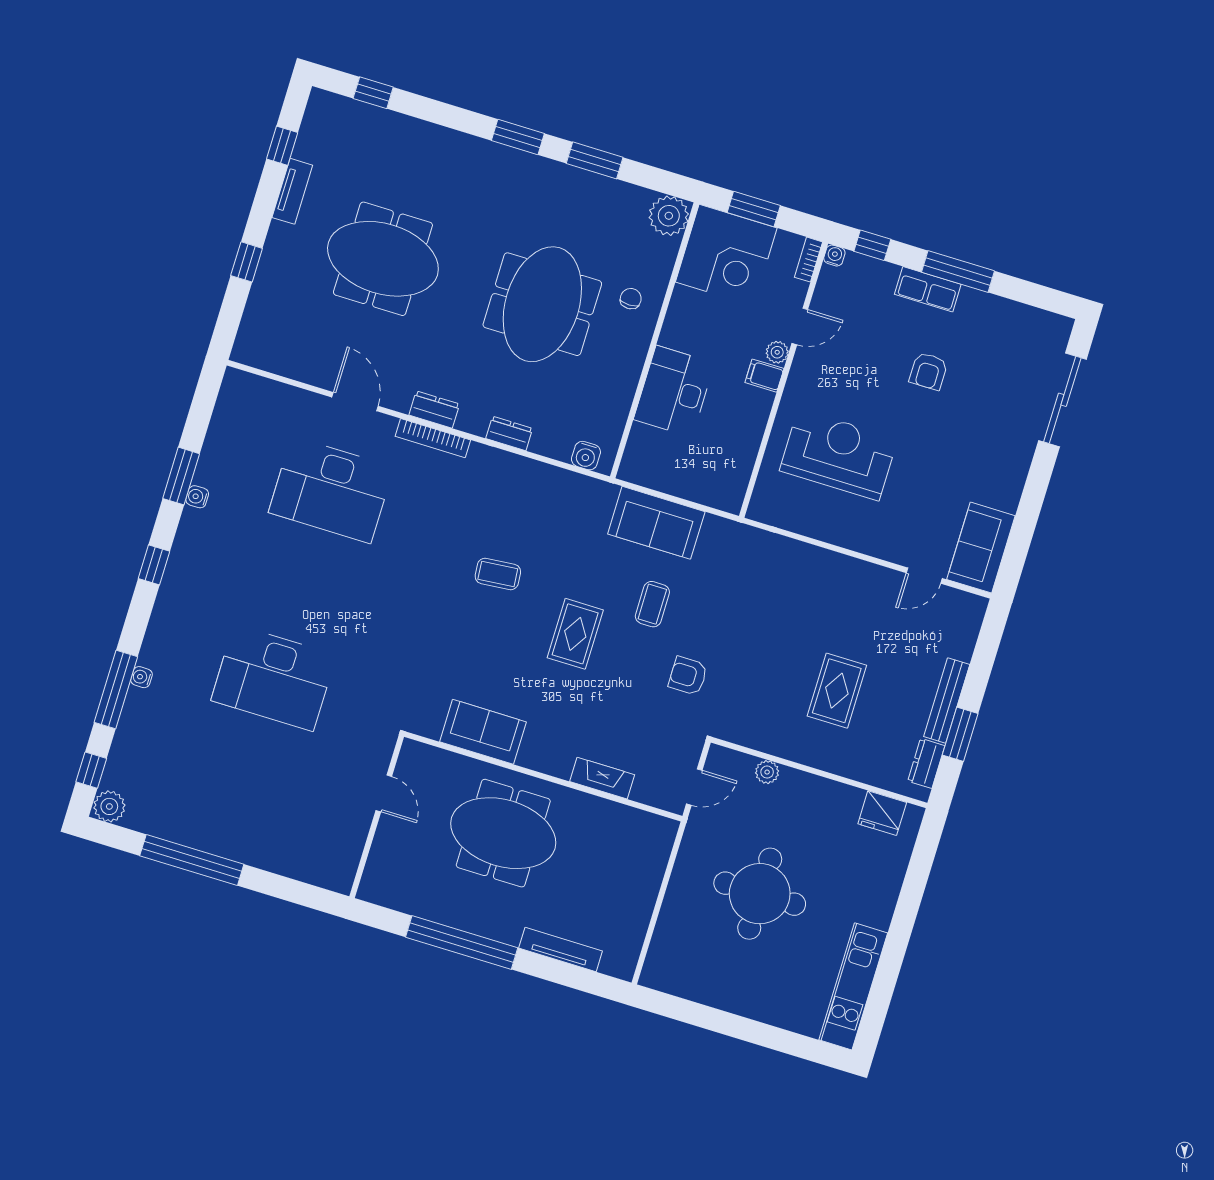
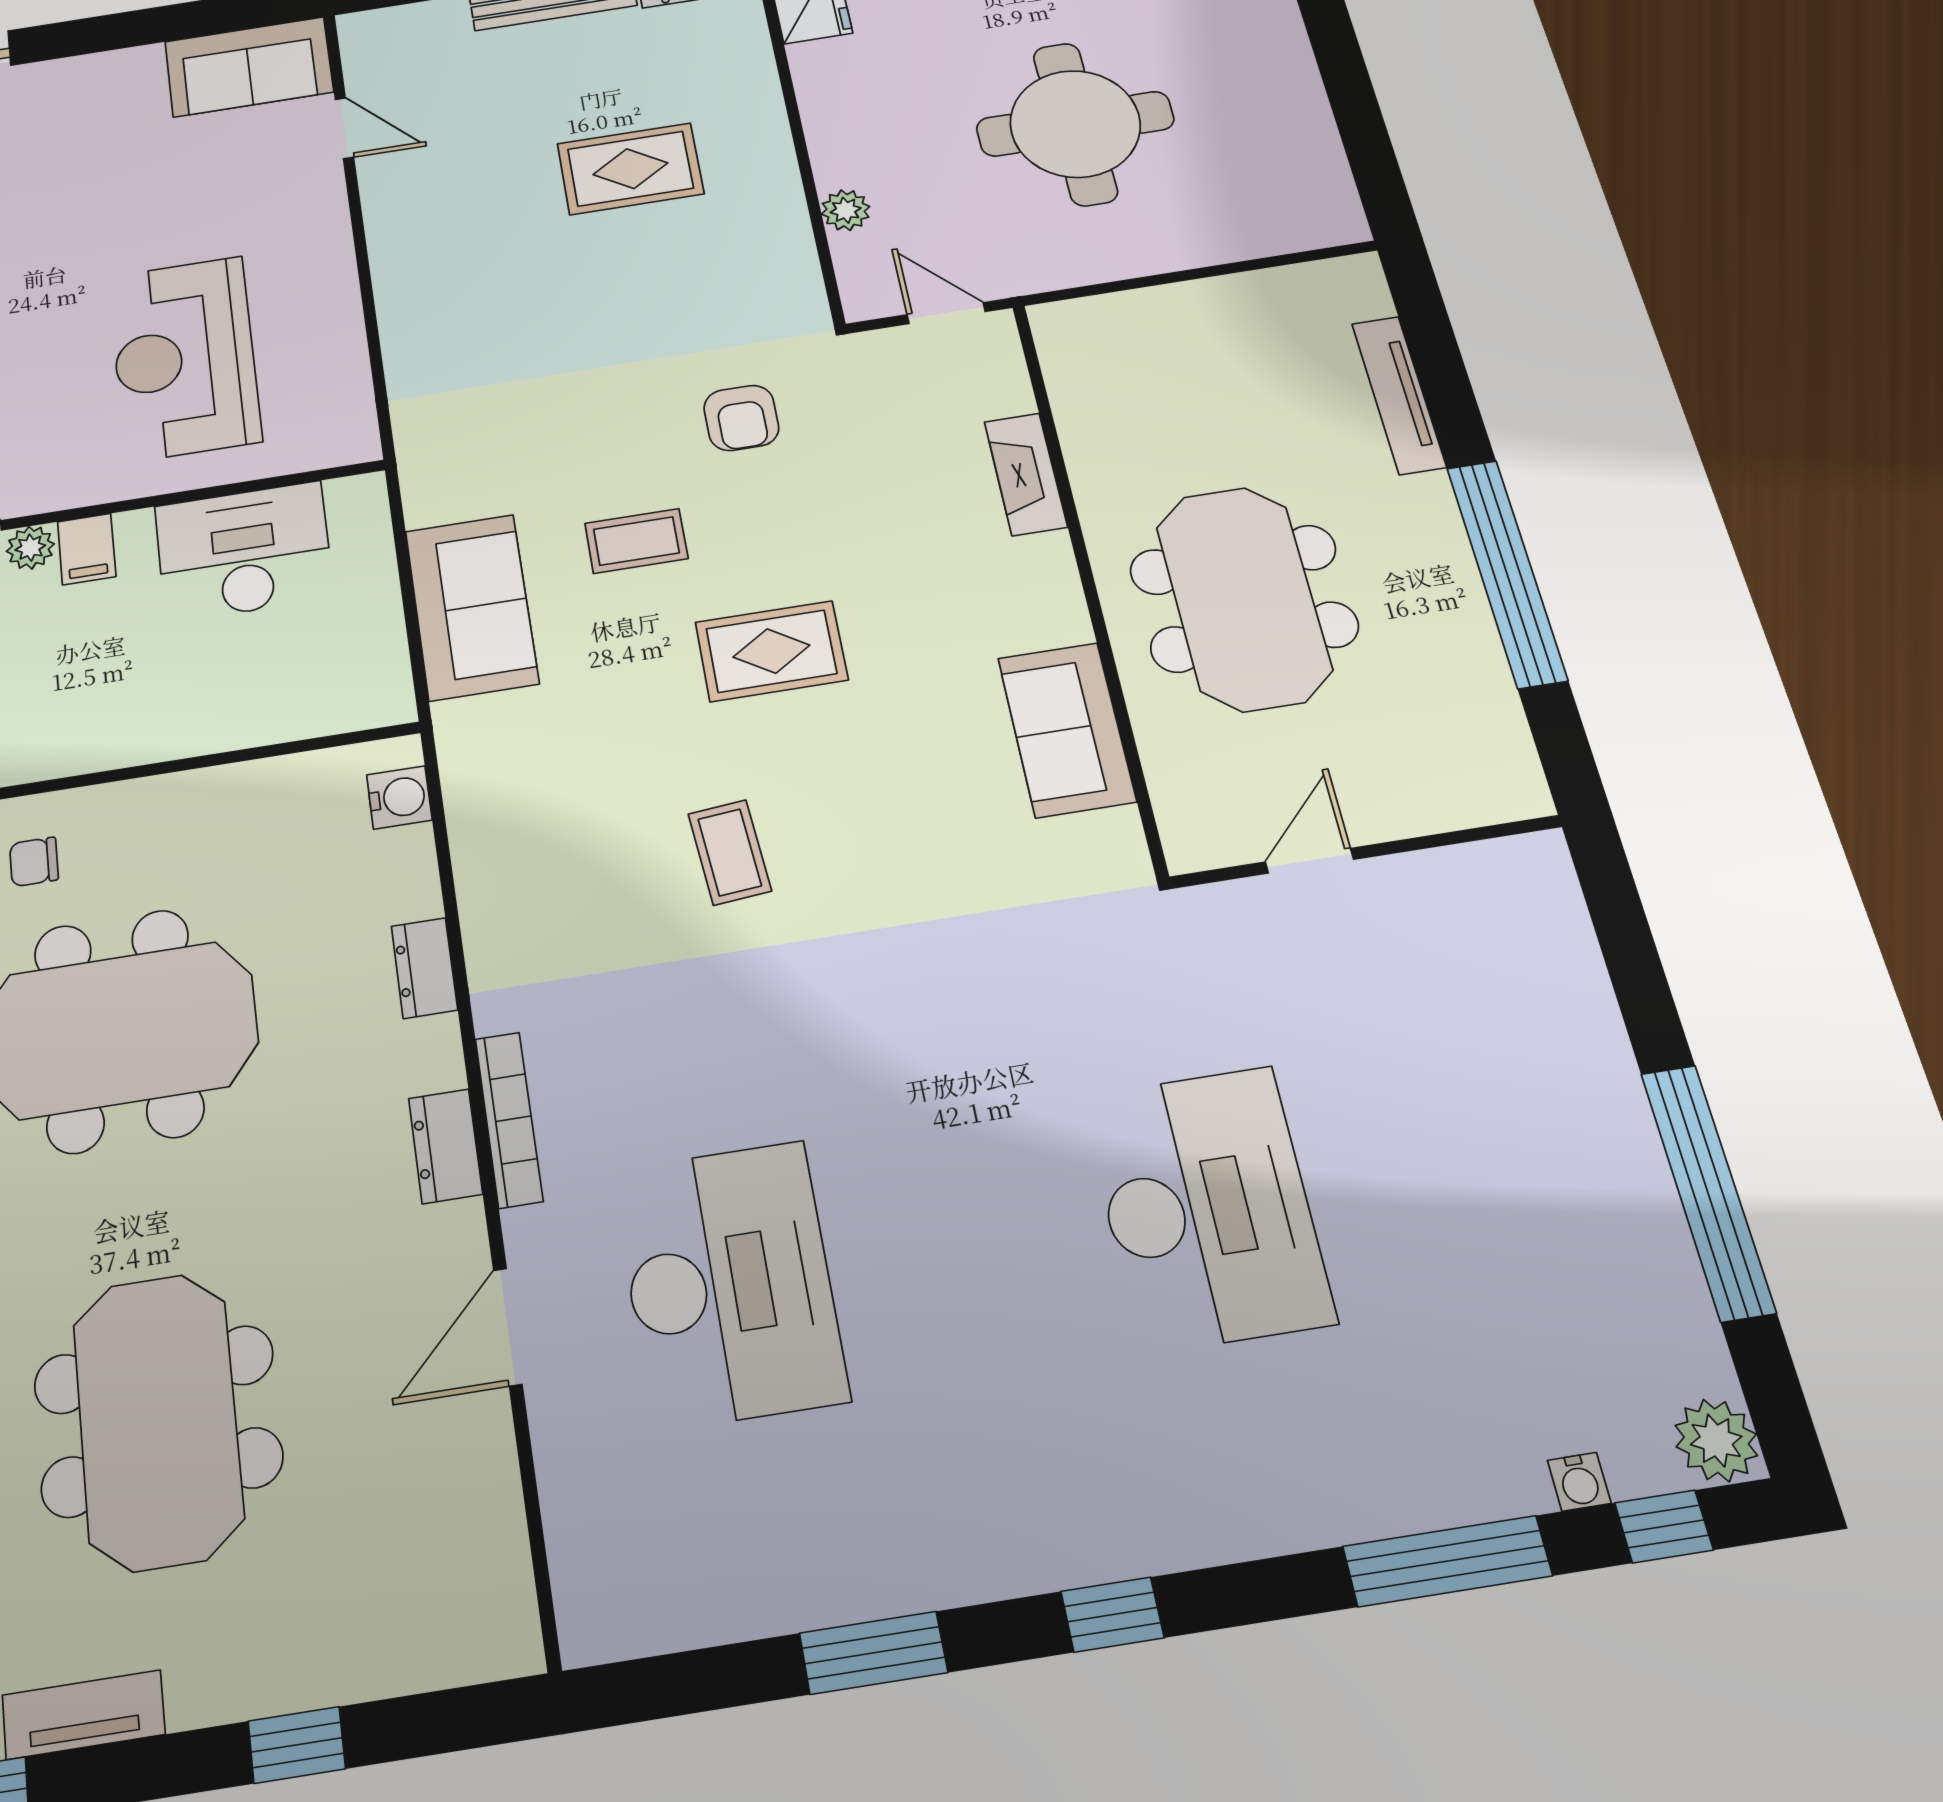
desk: (674, 391) -> (244, 552), moved, turned 180
water cooler: (197, 497) -> (901, 1589), removed
water cooler: (141, 677) -> (1579, 1482), moved

